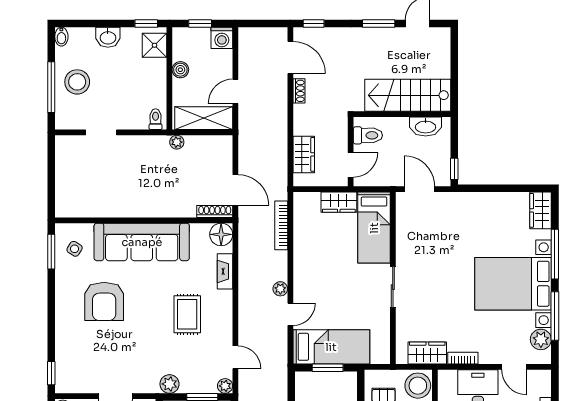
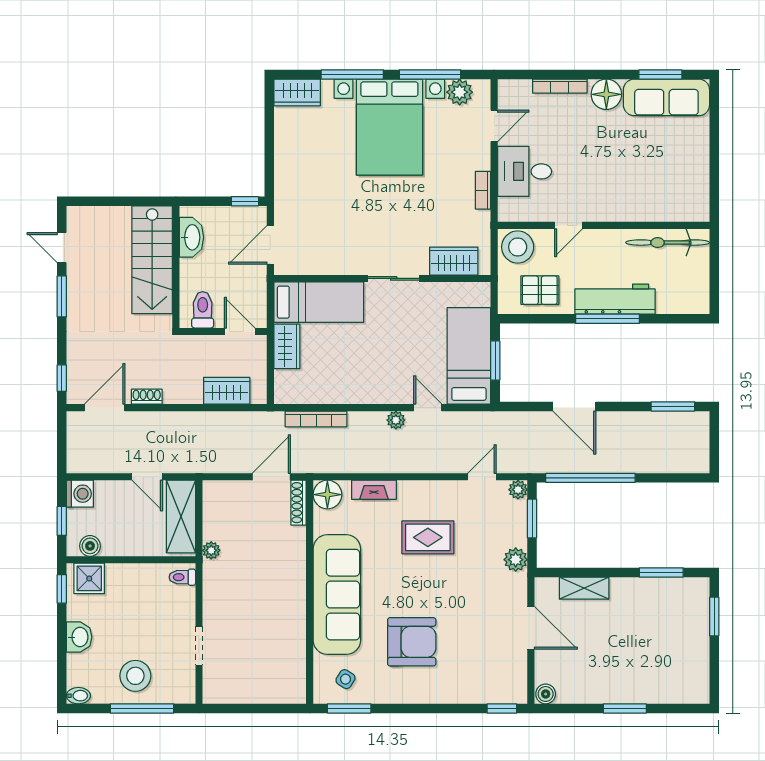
boiler: (180, 70) -> (90, 546), moved
wardrobe: (427, 353) -> (454, 261), moved, turned 90

